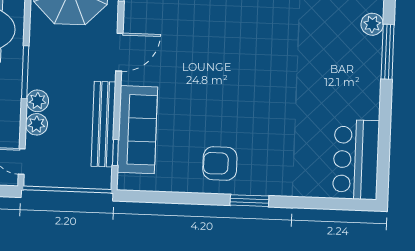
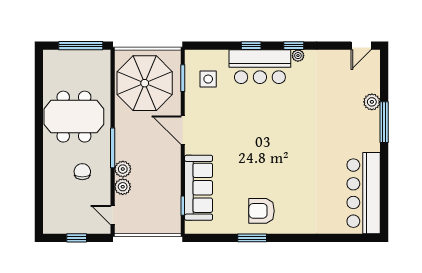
door: (119, 52) -> (183, 130), swing flipped
bench: (103, 124) -> (173, 185), removed
bar counter: (356, 160) -> (364, 193), width x1.36
window: (249, 201) -> (252, 238), moved

